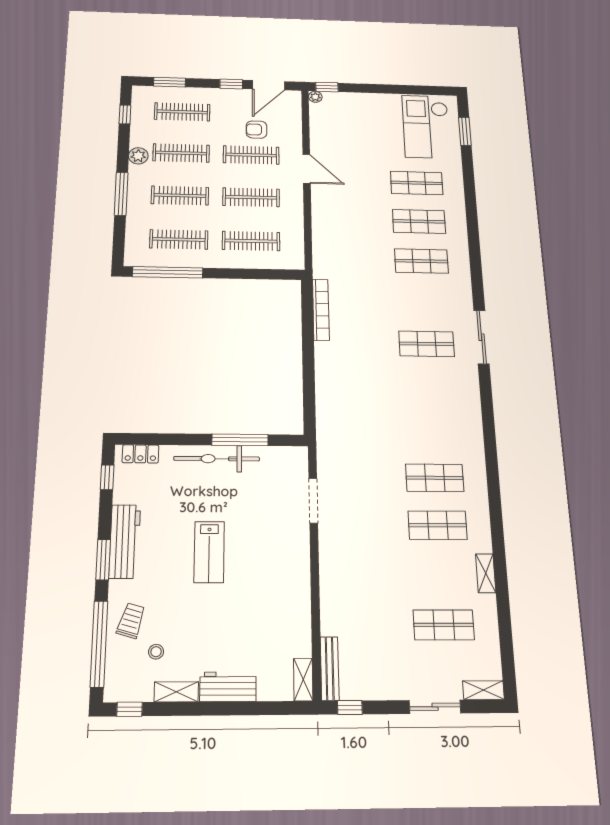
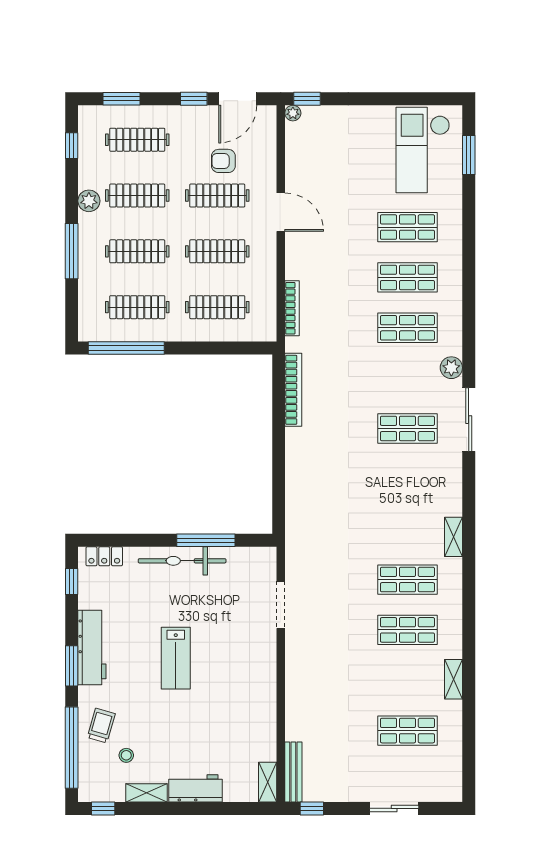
bookcase: (318, 243) -> (292, 308), added
plant: (463, 294) -> (451, 368), added
shelving: (484, 690) -> (453, 537), moved, turned 90

